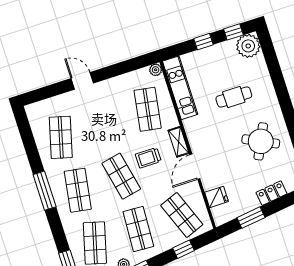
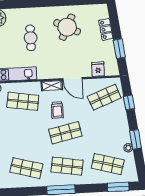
shop shelf: (138, 229) -> (106, 131), removed

